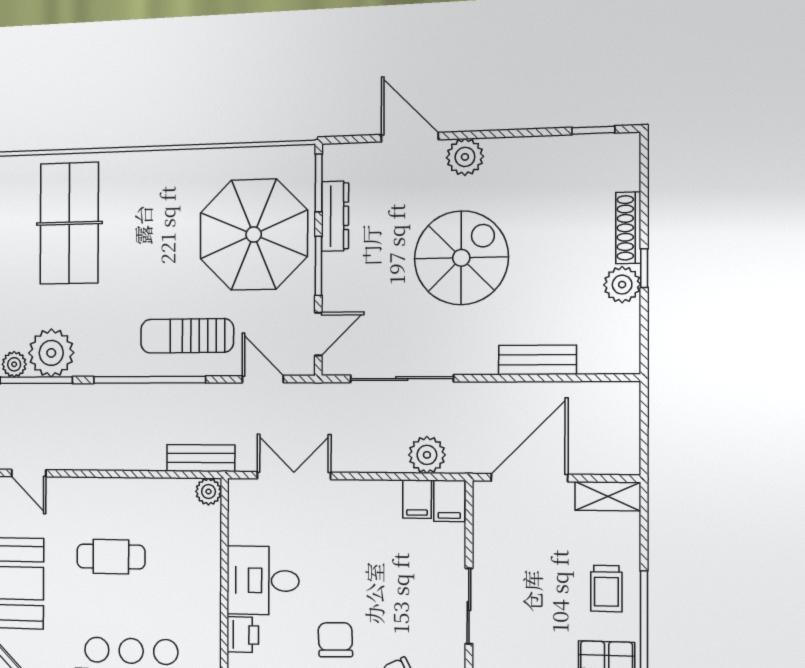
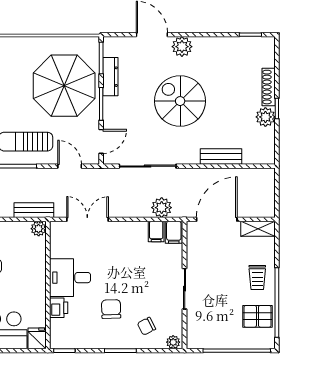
spiral stairs: (461, 258) -> (180, 101), turned -90

